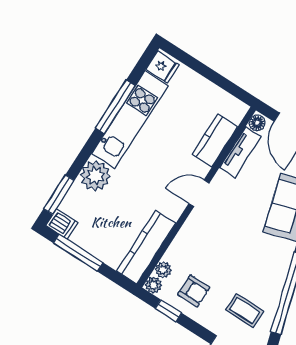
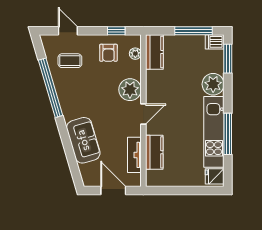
floor lamp: (257, 123) -> (135, 179), removed
kitchen counter: (146, 247) -> (154, 52), width x0.67
plant: (154, 285) -> (130, 90), moved, width x1.88, depth x1.88
armchair: (194, 291) -> (108, 53), turned -90

